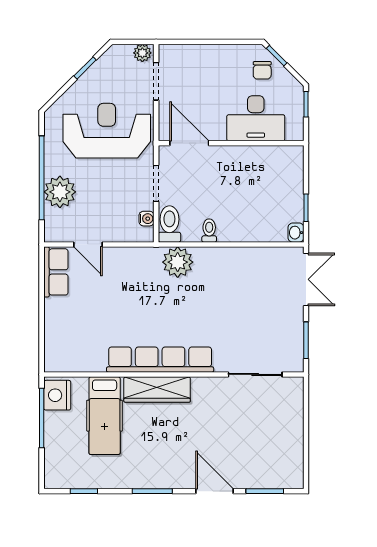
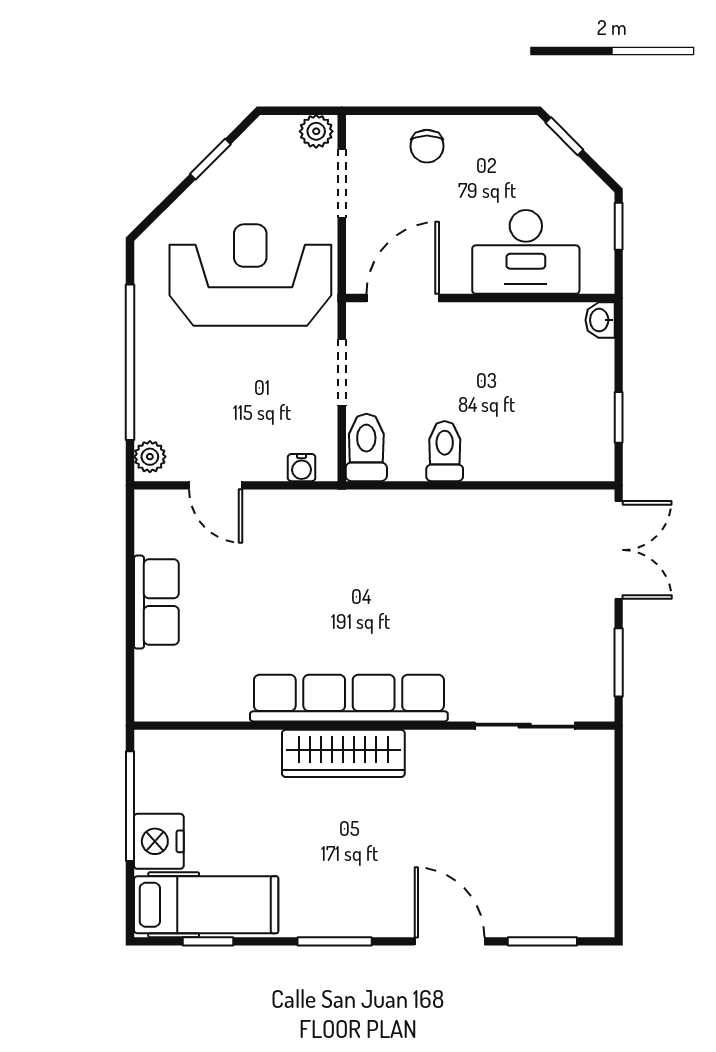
chair: (262, 70) -> (427, 146), moved
door: (189, 143) -> (403, 298), hinge flipped
plant: (60, 192) -> (150, 457), moved, width x0.53, depth x0.53
water cooler: (147, 219) -> (302, 468), moved, turned 90
toilet: (209, 231) -> (445, 451), width x1.37, depth x1.39
washbasin: (296, 233) -> (600, 320), moved
plant: (178, 262) -> (381, 518), removed
row of seats: (56, 272) -> (156, 602), moved
nightstand: (57, 395) -> (159, 841), moved
hospital bed: (105, 416) -> (206, 905), moved, turned -90

